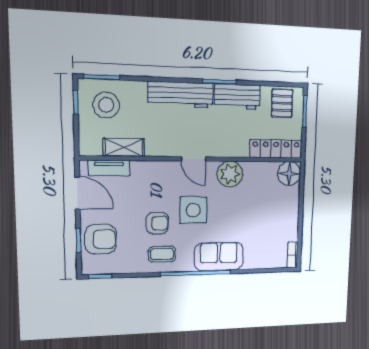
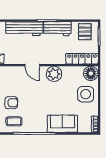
side table: (193, 210) -> (86, 94), moved
sofa: (219, 256) -> (62, 124), moved

